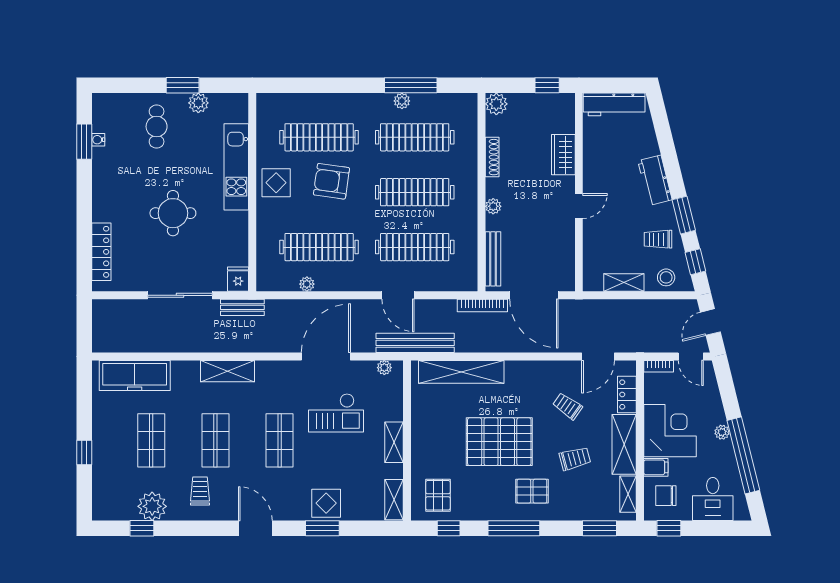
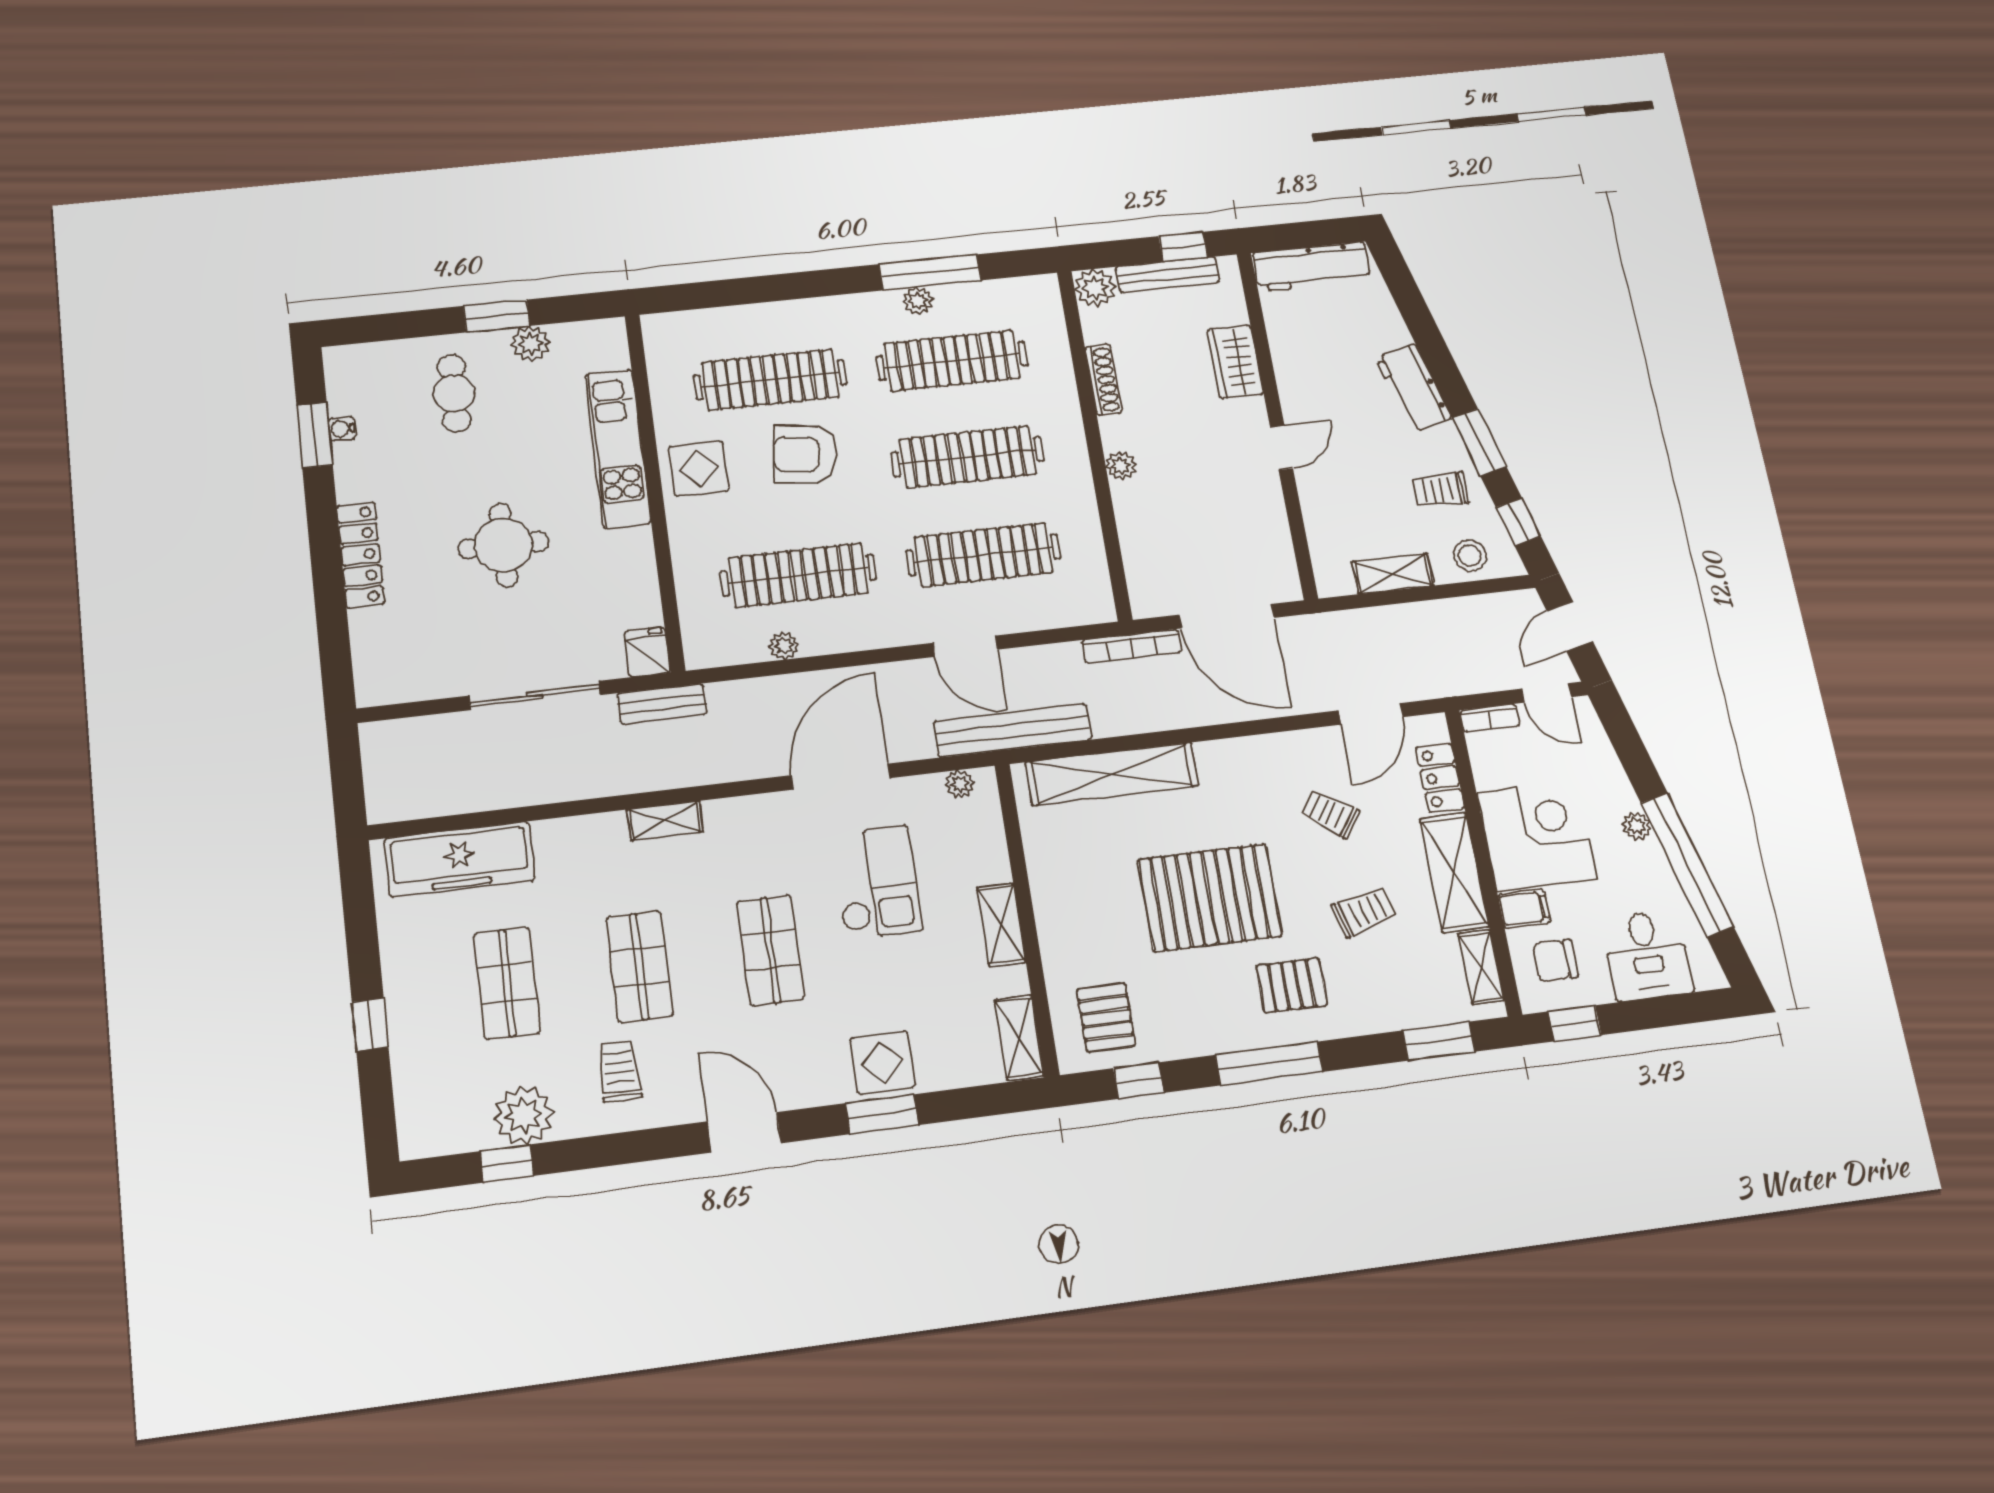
locker: (101, 252) -> (361, 555), moved
bench: (493, 259) -> (1168, 275), moved, turned 90
shelving: (228, 371) -> (665, 821), width x0.67, depth x0.75
checkout: (336, 413) -> (877, 882), turned -90

